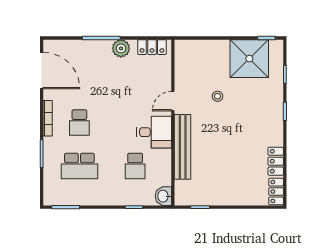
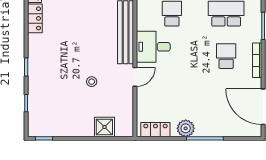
shower: (249, 59) -> (104, 127), moved, width x0.54, depth x0.54

